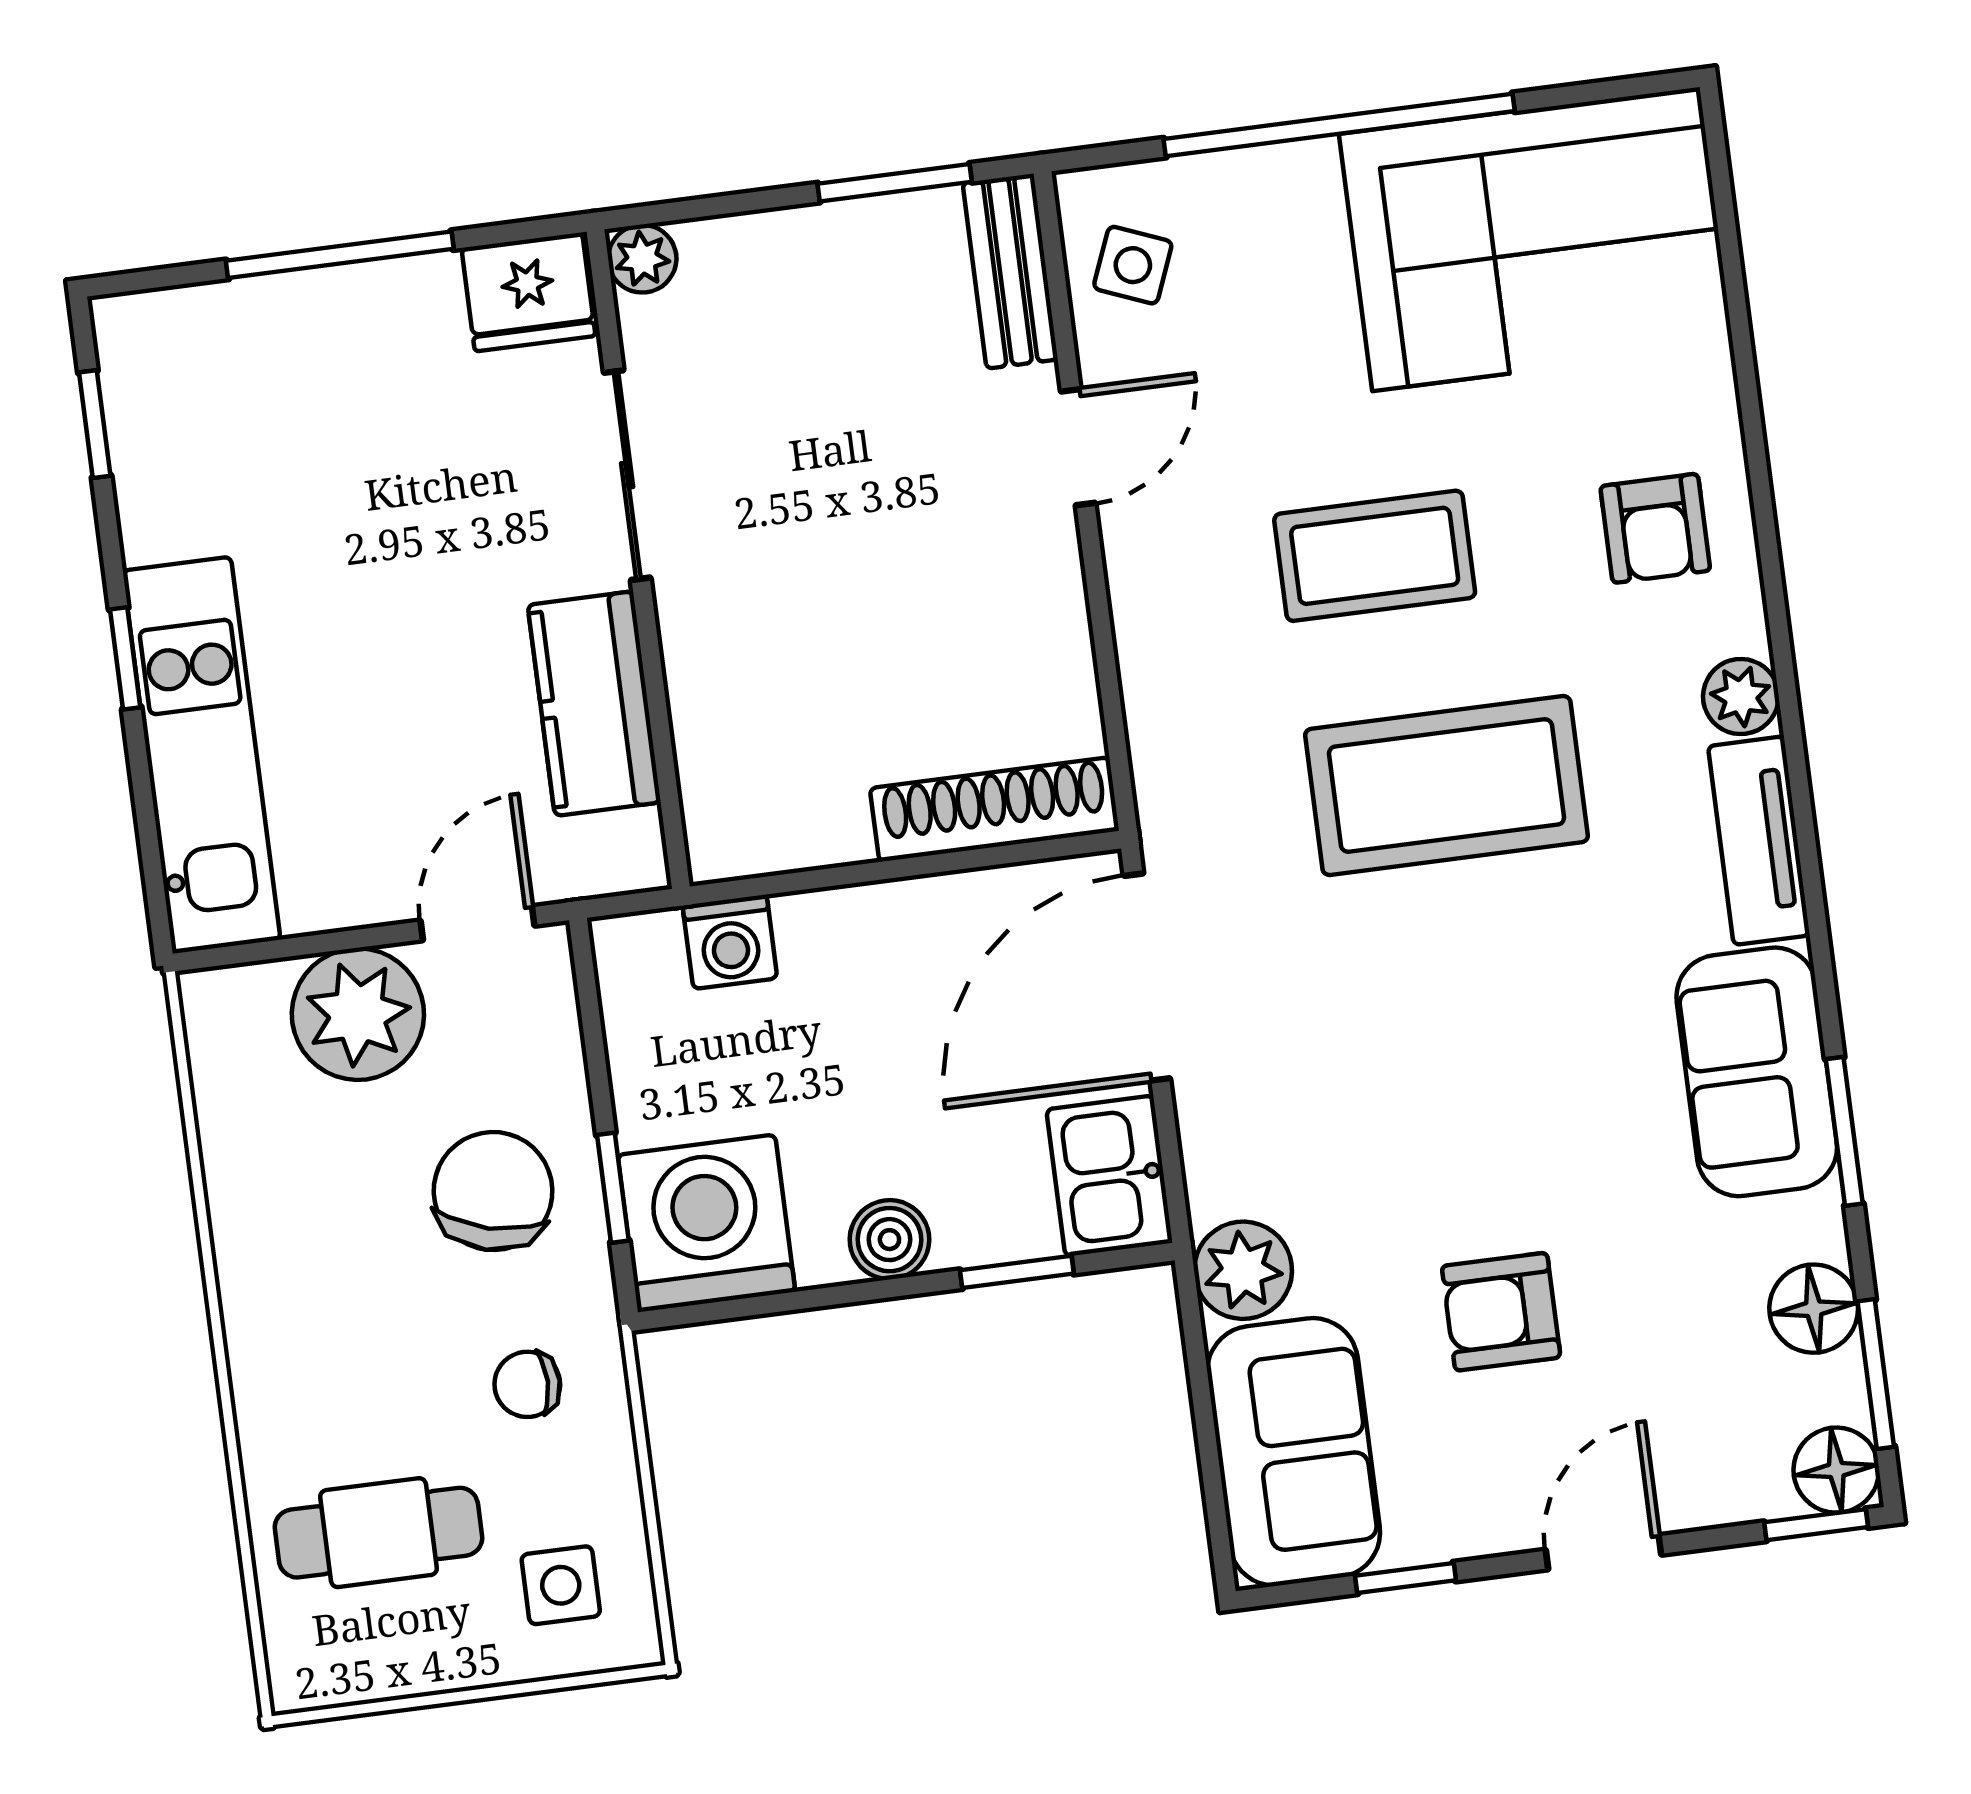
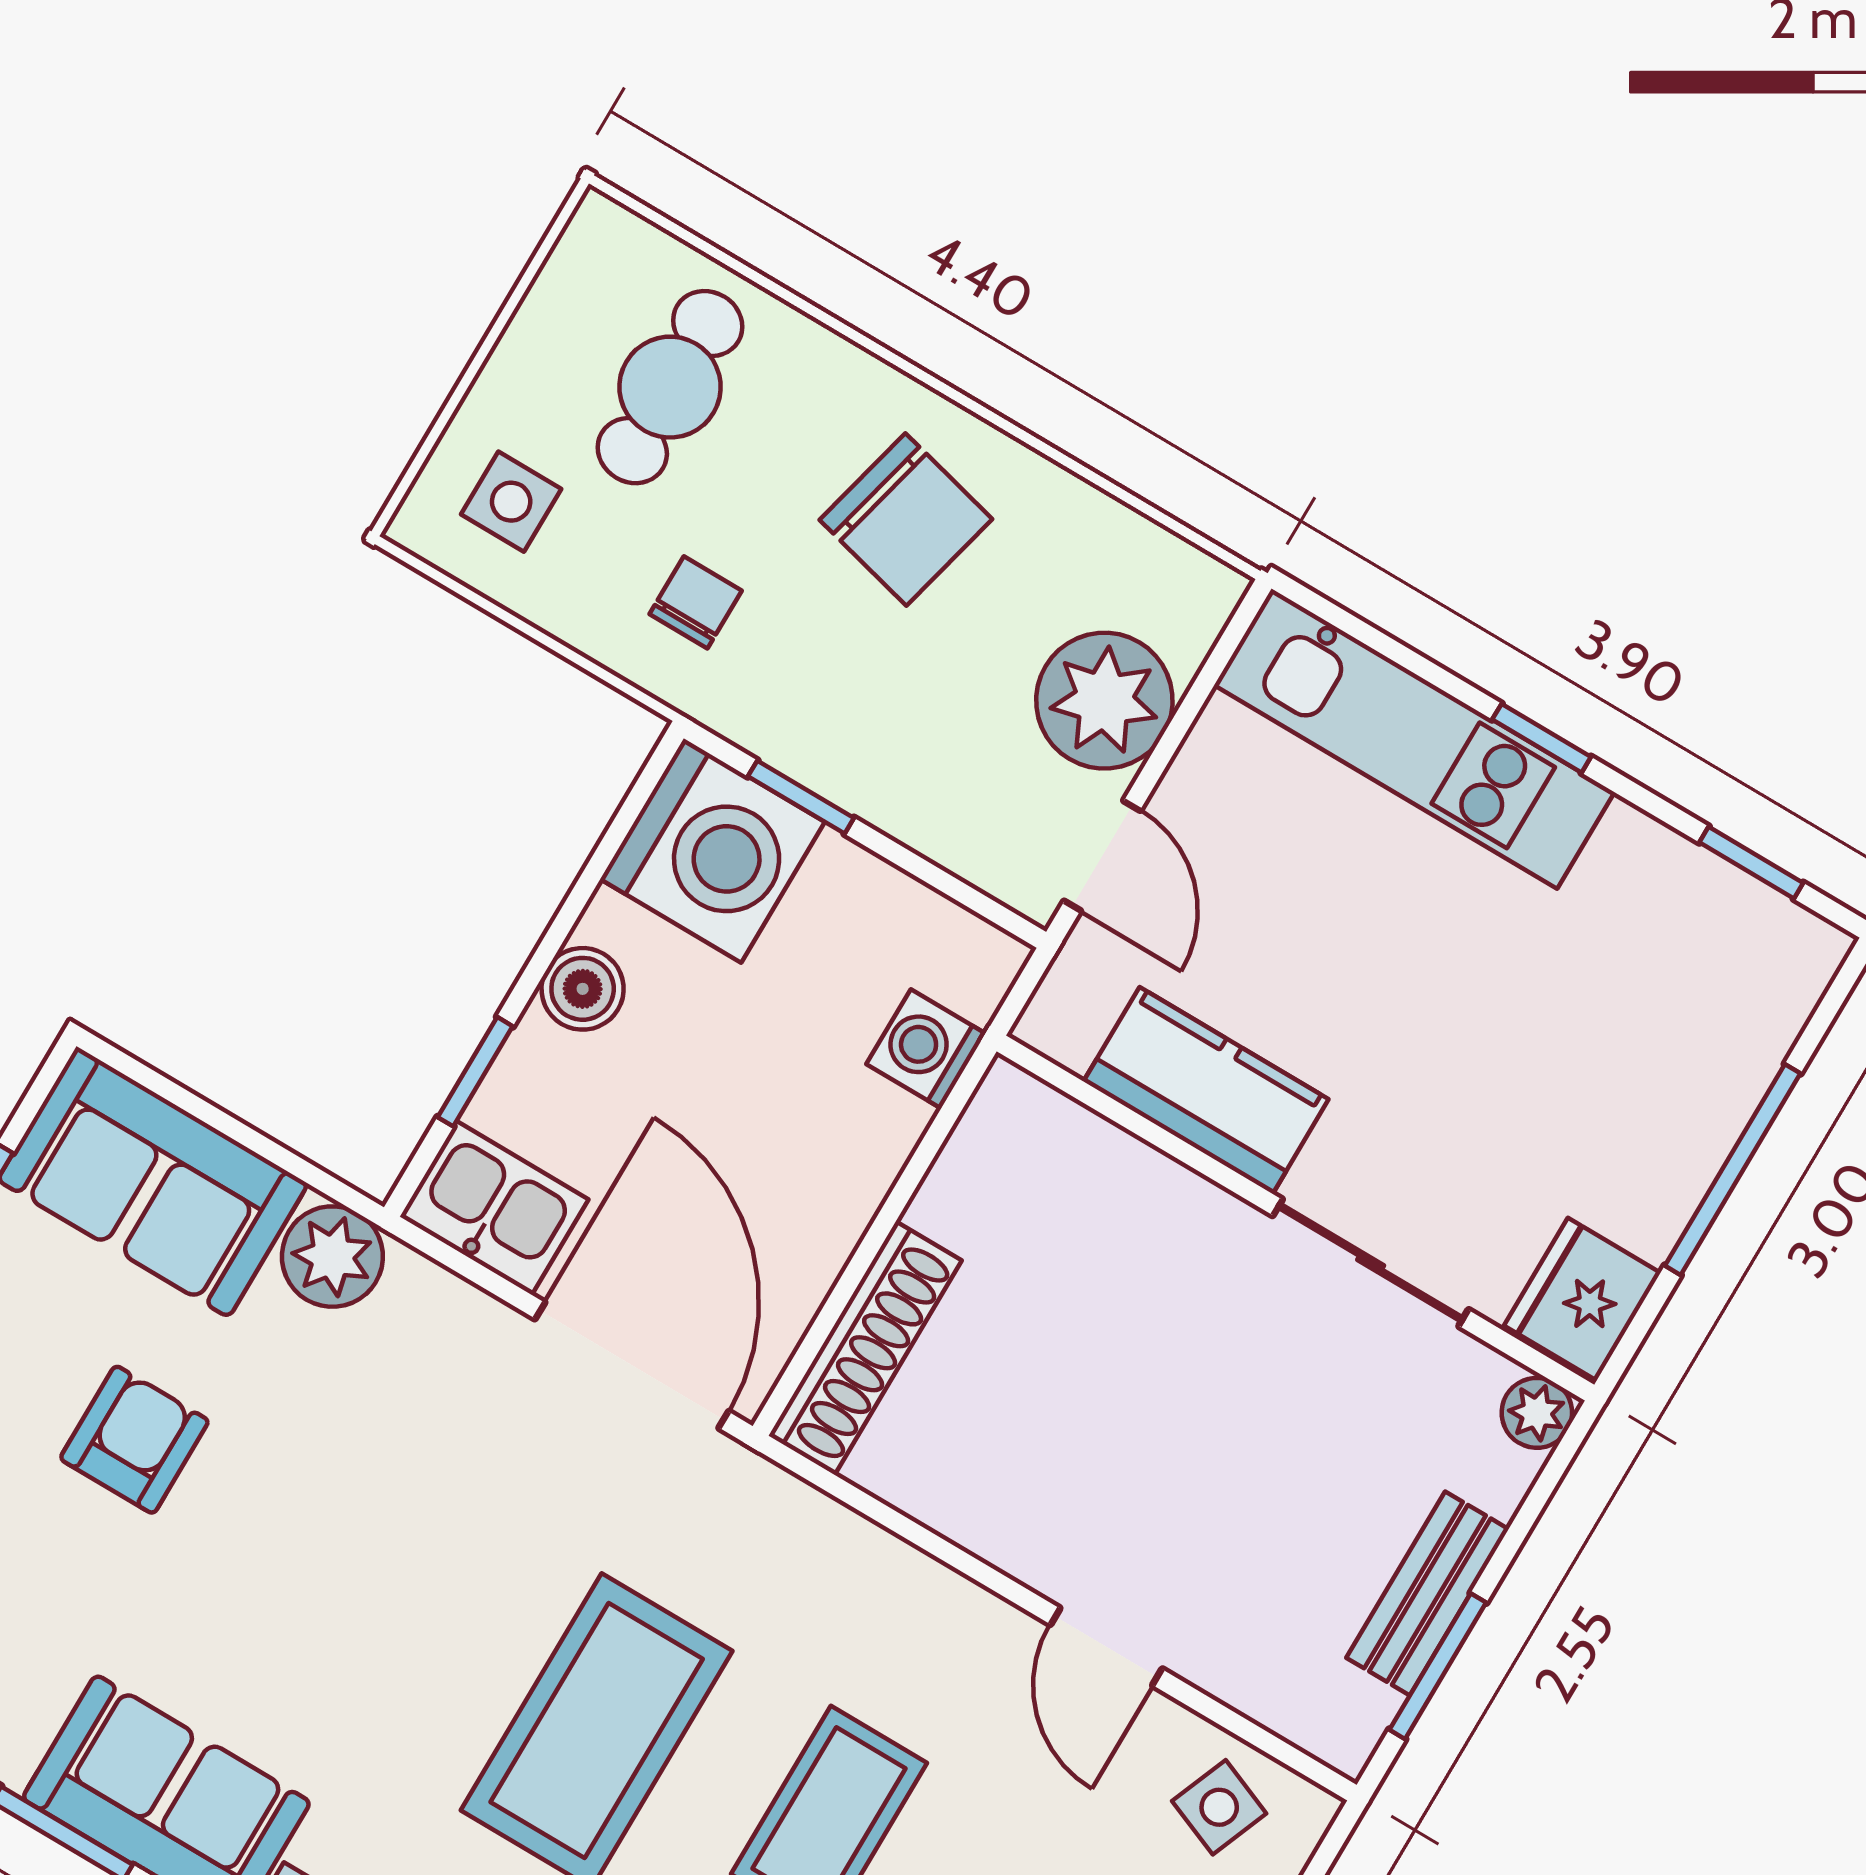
bench: (1010, 271) -> (1427, 1593), moved, turned 90
chair: (493, 1191) -> (906, 519), moved

